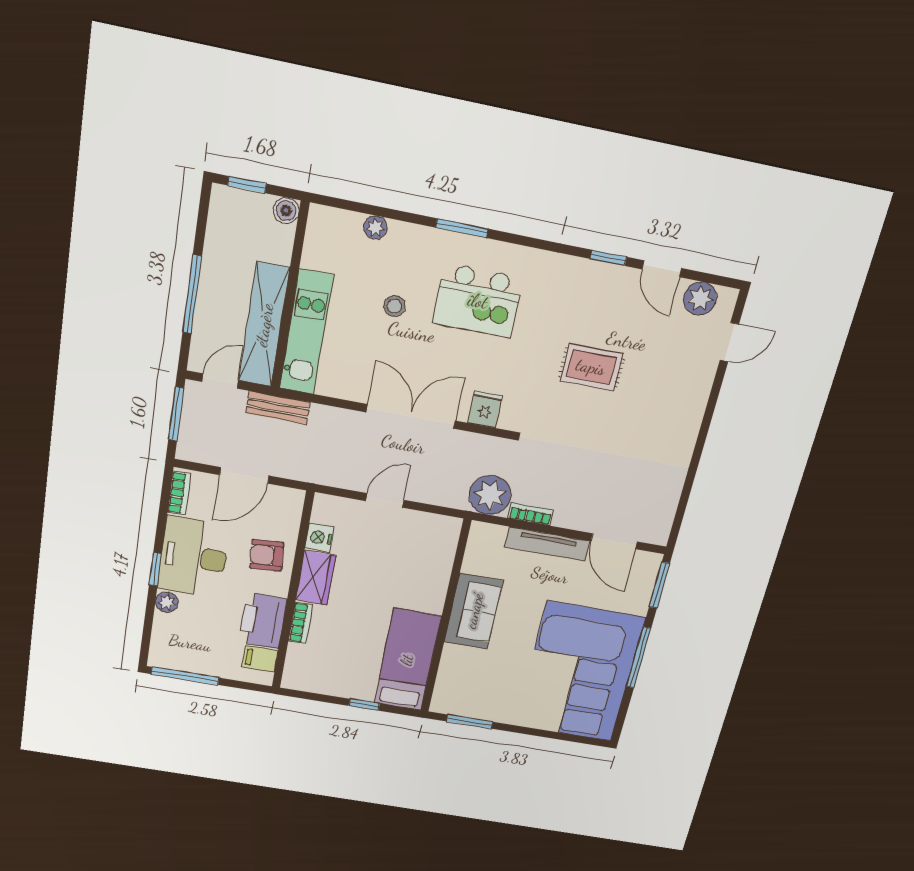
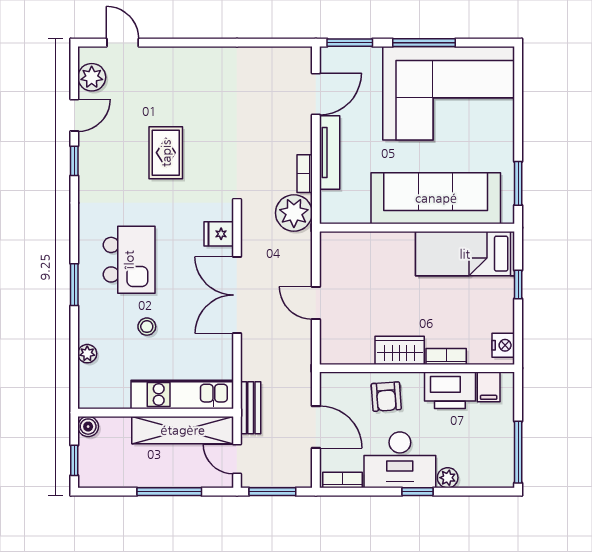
nightstand: (320, 538) -> (503, 345), moved, turned -90
sofa: (474, 611) -> (436, 198), width x1.85, depth x1.27

